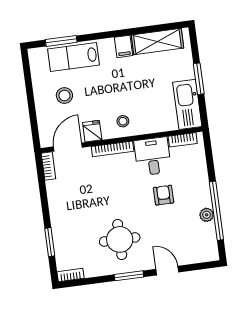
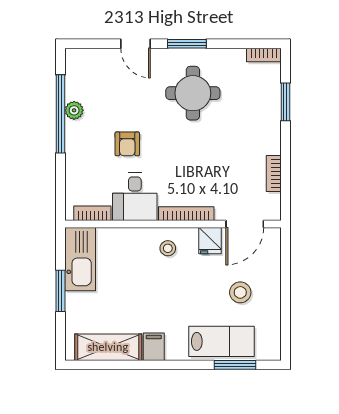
bookcase: (48, 166) -> (274, 174), moved

